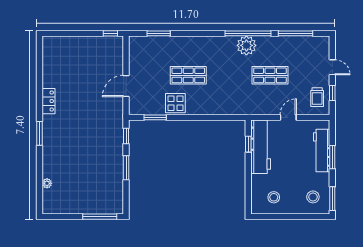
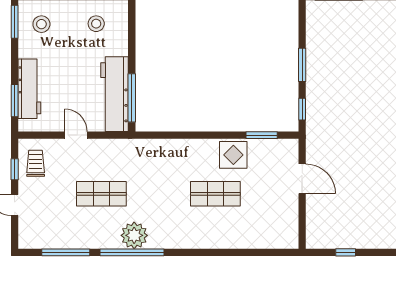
window: (110, 33) -> (346, 252), moved
window: (159, 33) -> (257, 252), removed
door: (126, 86) -> (302, 179), hinge flipped
door: (288, 117) -> (76, 135), swing flipped
window: (248, 144) -> (132, 98), width x2.17
window: (332, 157) -> (15, 101), moved

